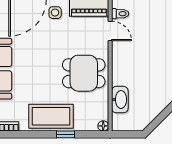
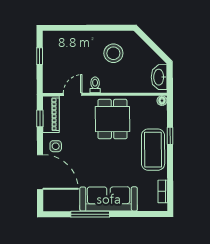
toilet: (120, 14) -> (95, 85), moved
stool: (154, 74) -> (113, 53), added
washbasin: (120, 100) -> (159, 77), moved, turned -90

